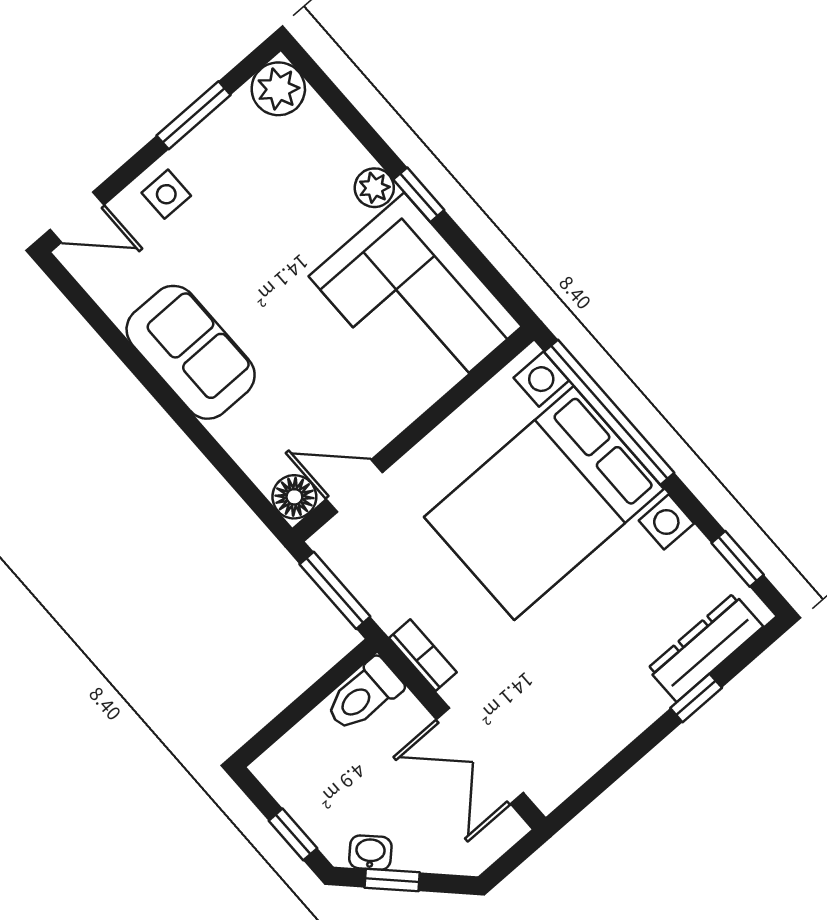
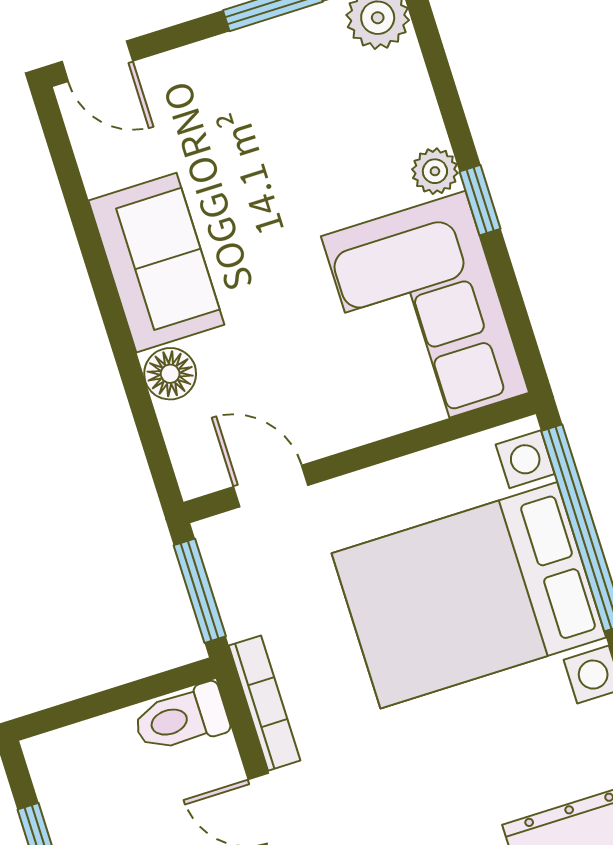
side table: (166, 194) -> (205, 79), removed
floor lamp: (294, 497) -> (170, 374), moved
bookcase: (423, 655) -> (264, 703), width x1.56

